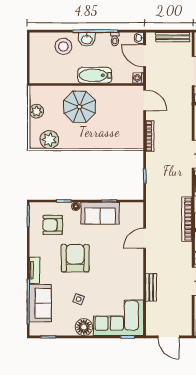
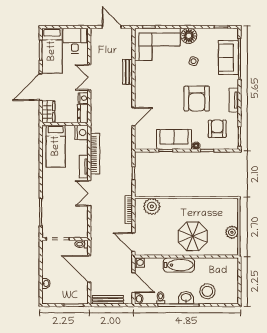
plant: (49, 140) -> (152, 206), moved
bookcase: (187, 219) -> (95, 154), moved
armchair: (53, 225) -> (217, 129), turned -90
tv unit: (34, 270) -> (234, 100), moved

